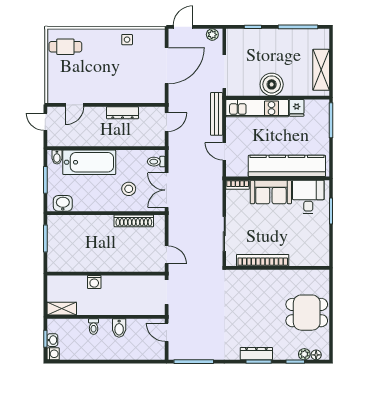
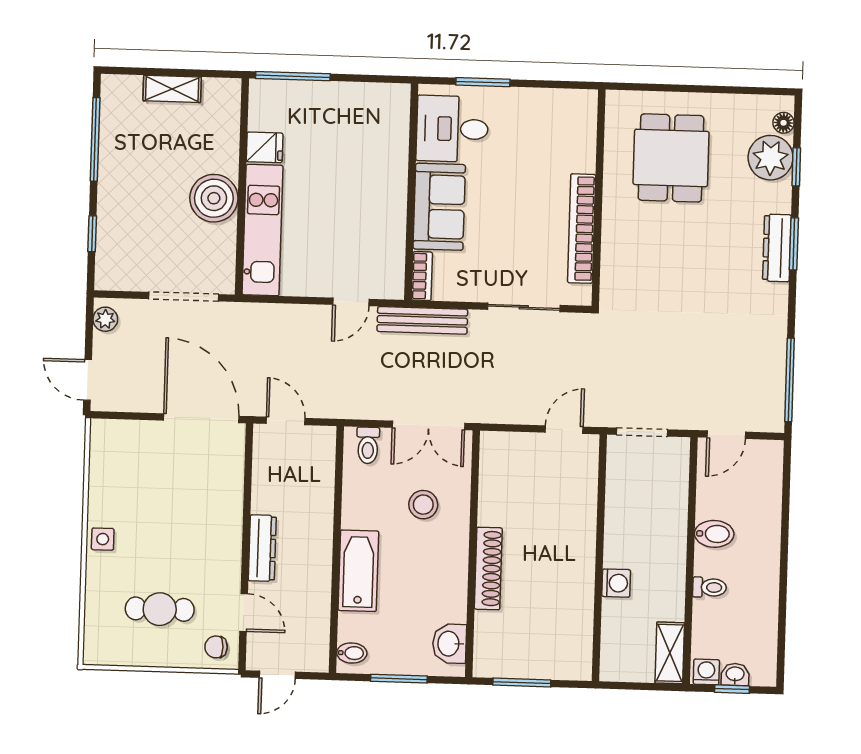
side table: (127, 40) -> (103, 539), moved
cafe table: (65, 47) -> (160, 609), moved, turned 90
door: (167, 66) -> (201, 418), moved
shelving: (321, 70) -> (172, 89), width x0.67, depth x0.75
chair: (58, 92) -> (216, 647), added
dresser: (122, 113) -> (262, 548), moved
bench: (217, 114) -> (422, 320), moved
bathtub: (89, 162) -> (358, 571), width x0.73, depth x0.73
kitchen counter: (287, 166) -> (386, 172), removed
shoe rack: (134, 221) -> (488, 568), moved
dining table: (307, 313) -> (671, 158), moved
washing machine: (53, 354) -> (706, 672), moved
plant: (304, 354) -> (771, 158), width x1.88, depth x1.88

